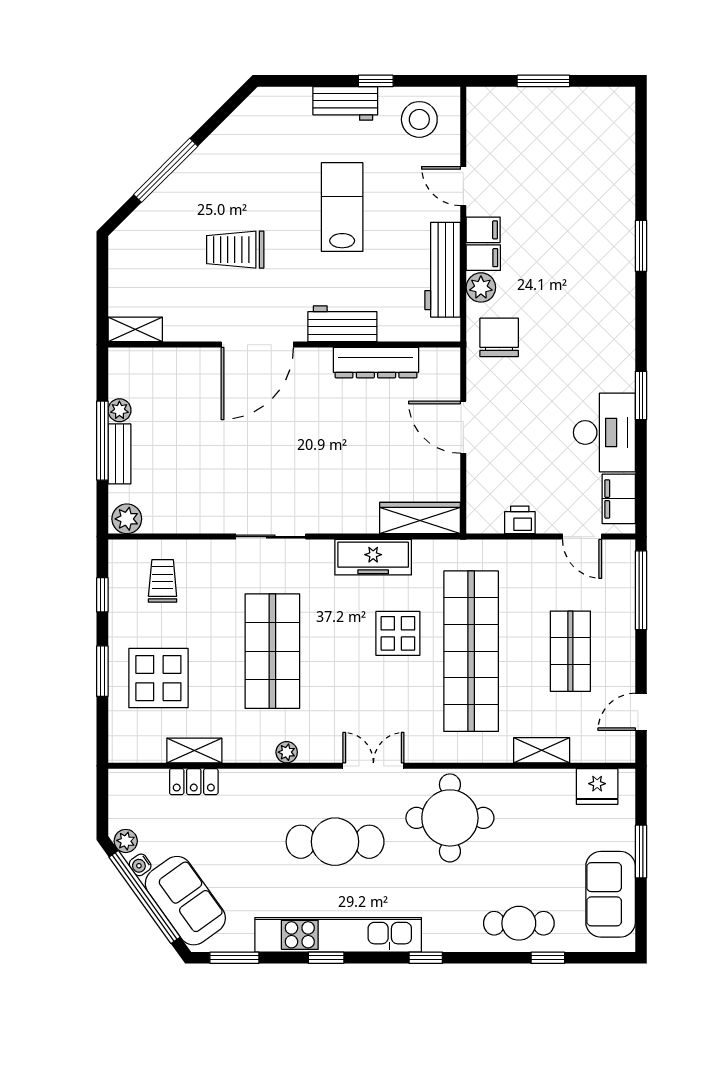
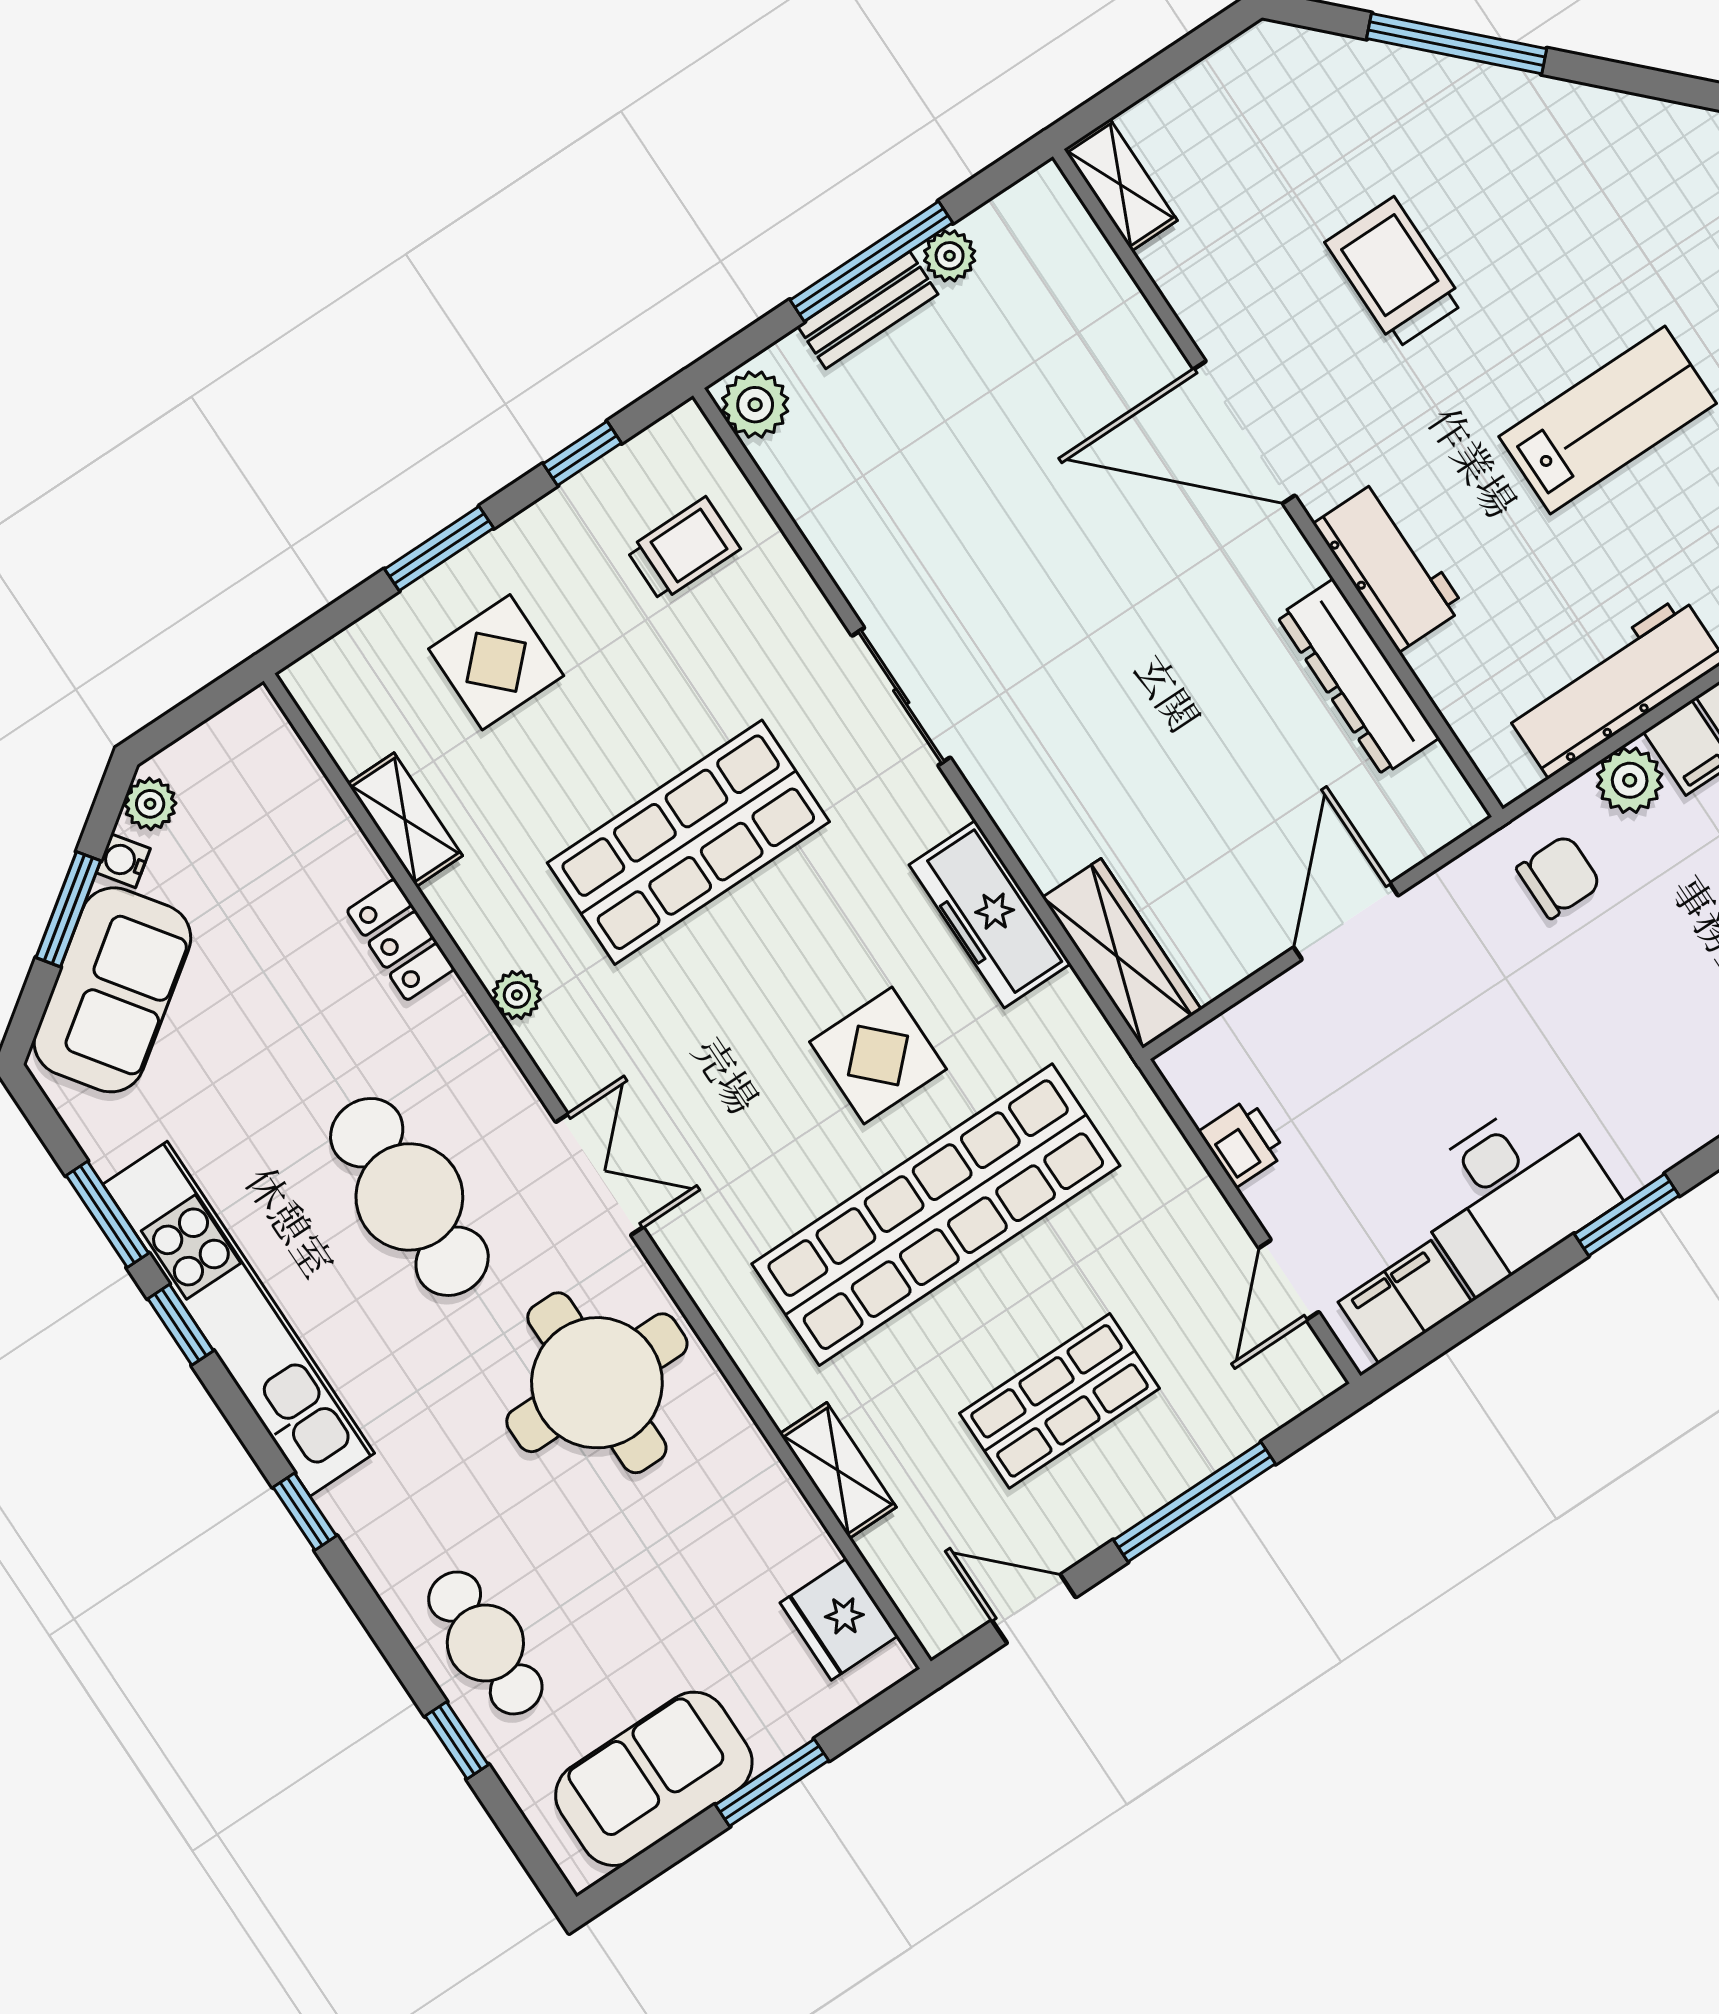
chair: (499, 337) -> (1559, 877), width x0.73, depth x0.73
window: (641, 590) -> (1195, 1502), moved
display table: (158, 678) -> (496, 662), width x0.73, depth x0.73
locker: (194, 782) -> (401, 940), moved
window: (145, 897) -> (68, 909), width x0.47
window: (234, 958) -> (107, 1214), moved

